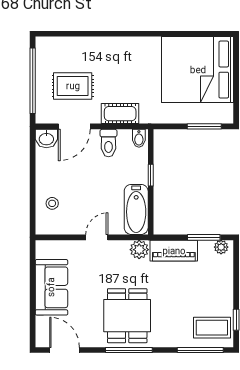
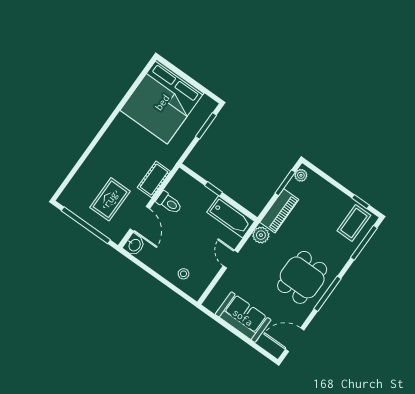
bidet: (139, 138) -> (181, 179), removed
dining table: (127, 316) -> (302, 277), turned 90

